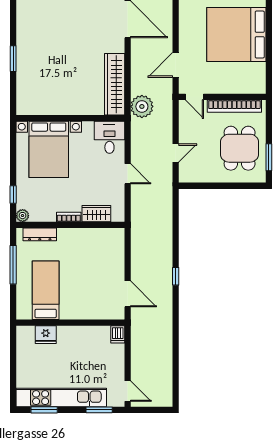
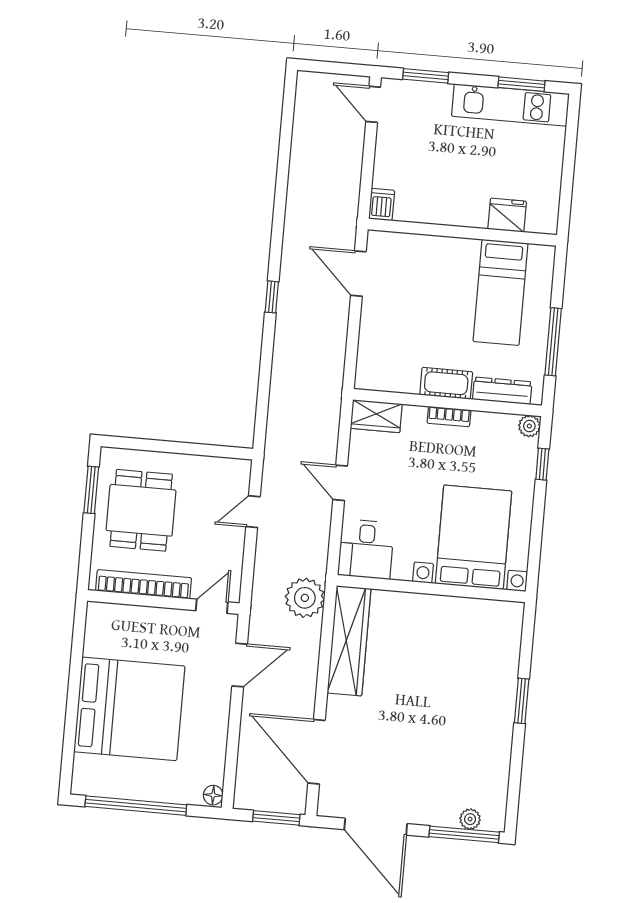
door: (194, 97) -> (212, 606), hinge flipped
wardrobe: (96, 214) -> (376, 416), moved
cot: (72, 236) -> (446, 383), added
kitchen unit: (61, 398) -> (510, 105), width x0.73

